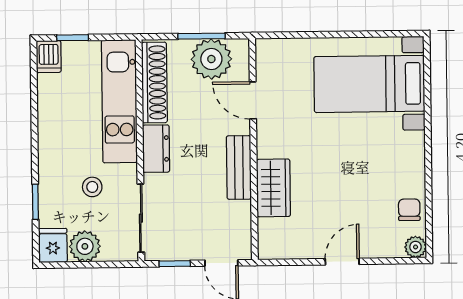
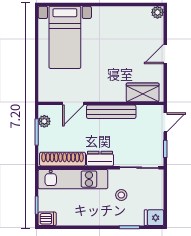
plant: (211, 59) -> (44, 121), width x0.53, depth x0.53
bench: (239, 167) -> (111, 112), width x1.36
wardrobe: (273, 188) -> (143, 92), moved
chair: (409, 210) -> (136, 16), removed
plant: (85, 246) -> (155, 200), removed
door: (342, 262) -> (165, 54), hinge flipped

